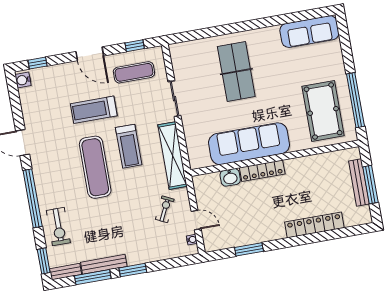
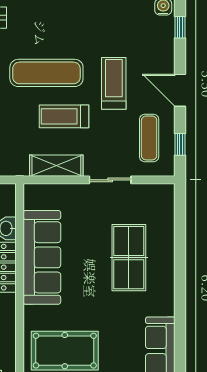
door: (90, 54) -> (180, 90), hinge flipped
table tennis table: (236, 72) -> (129, 258), turned 90
shelving: (173, 156) -> (56, 166), width x0.68

